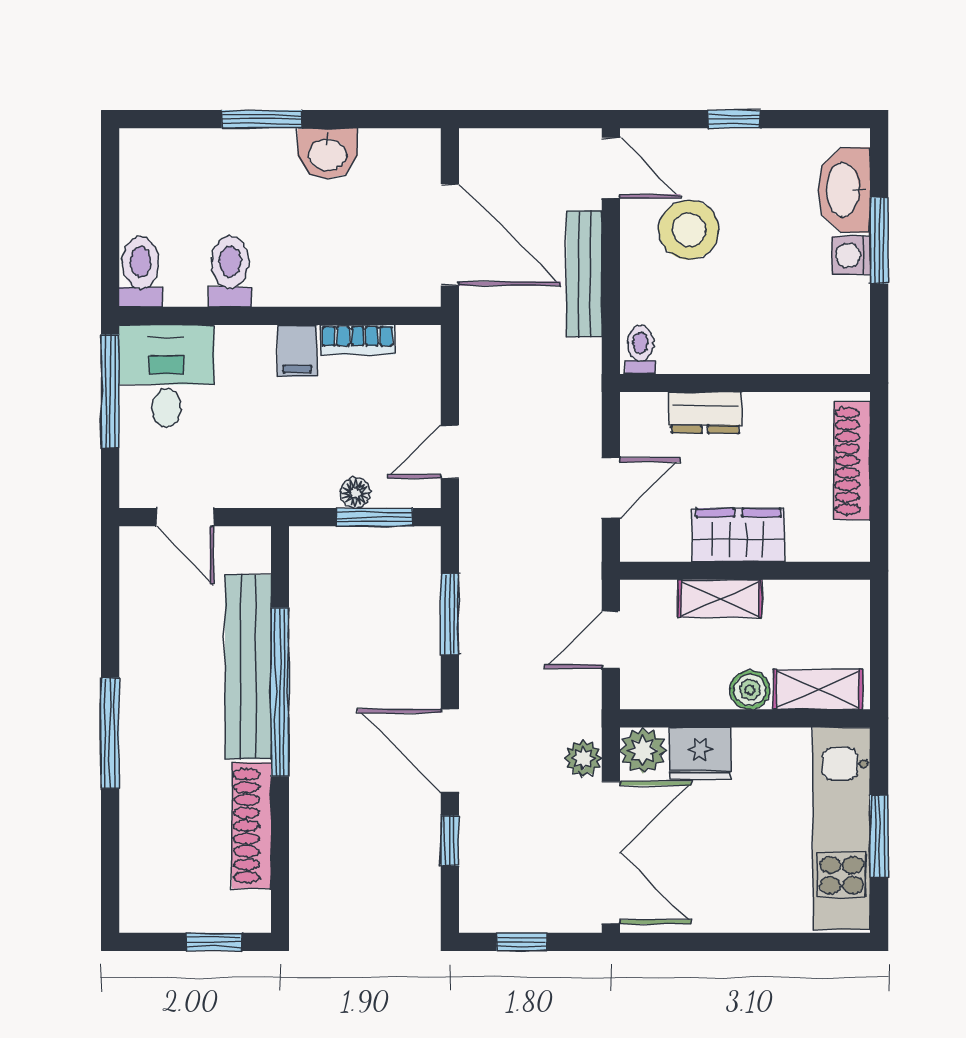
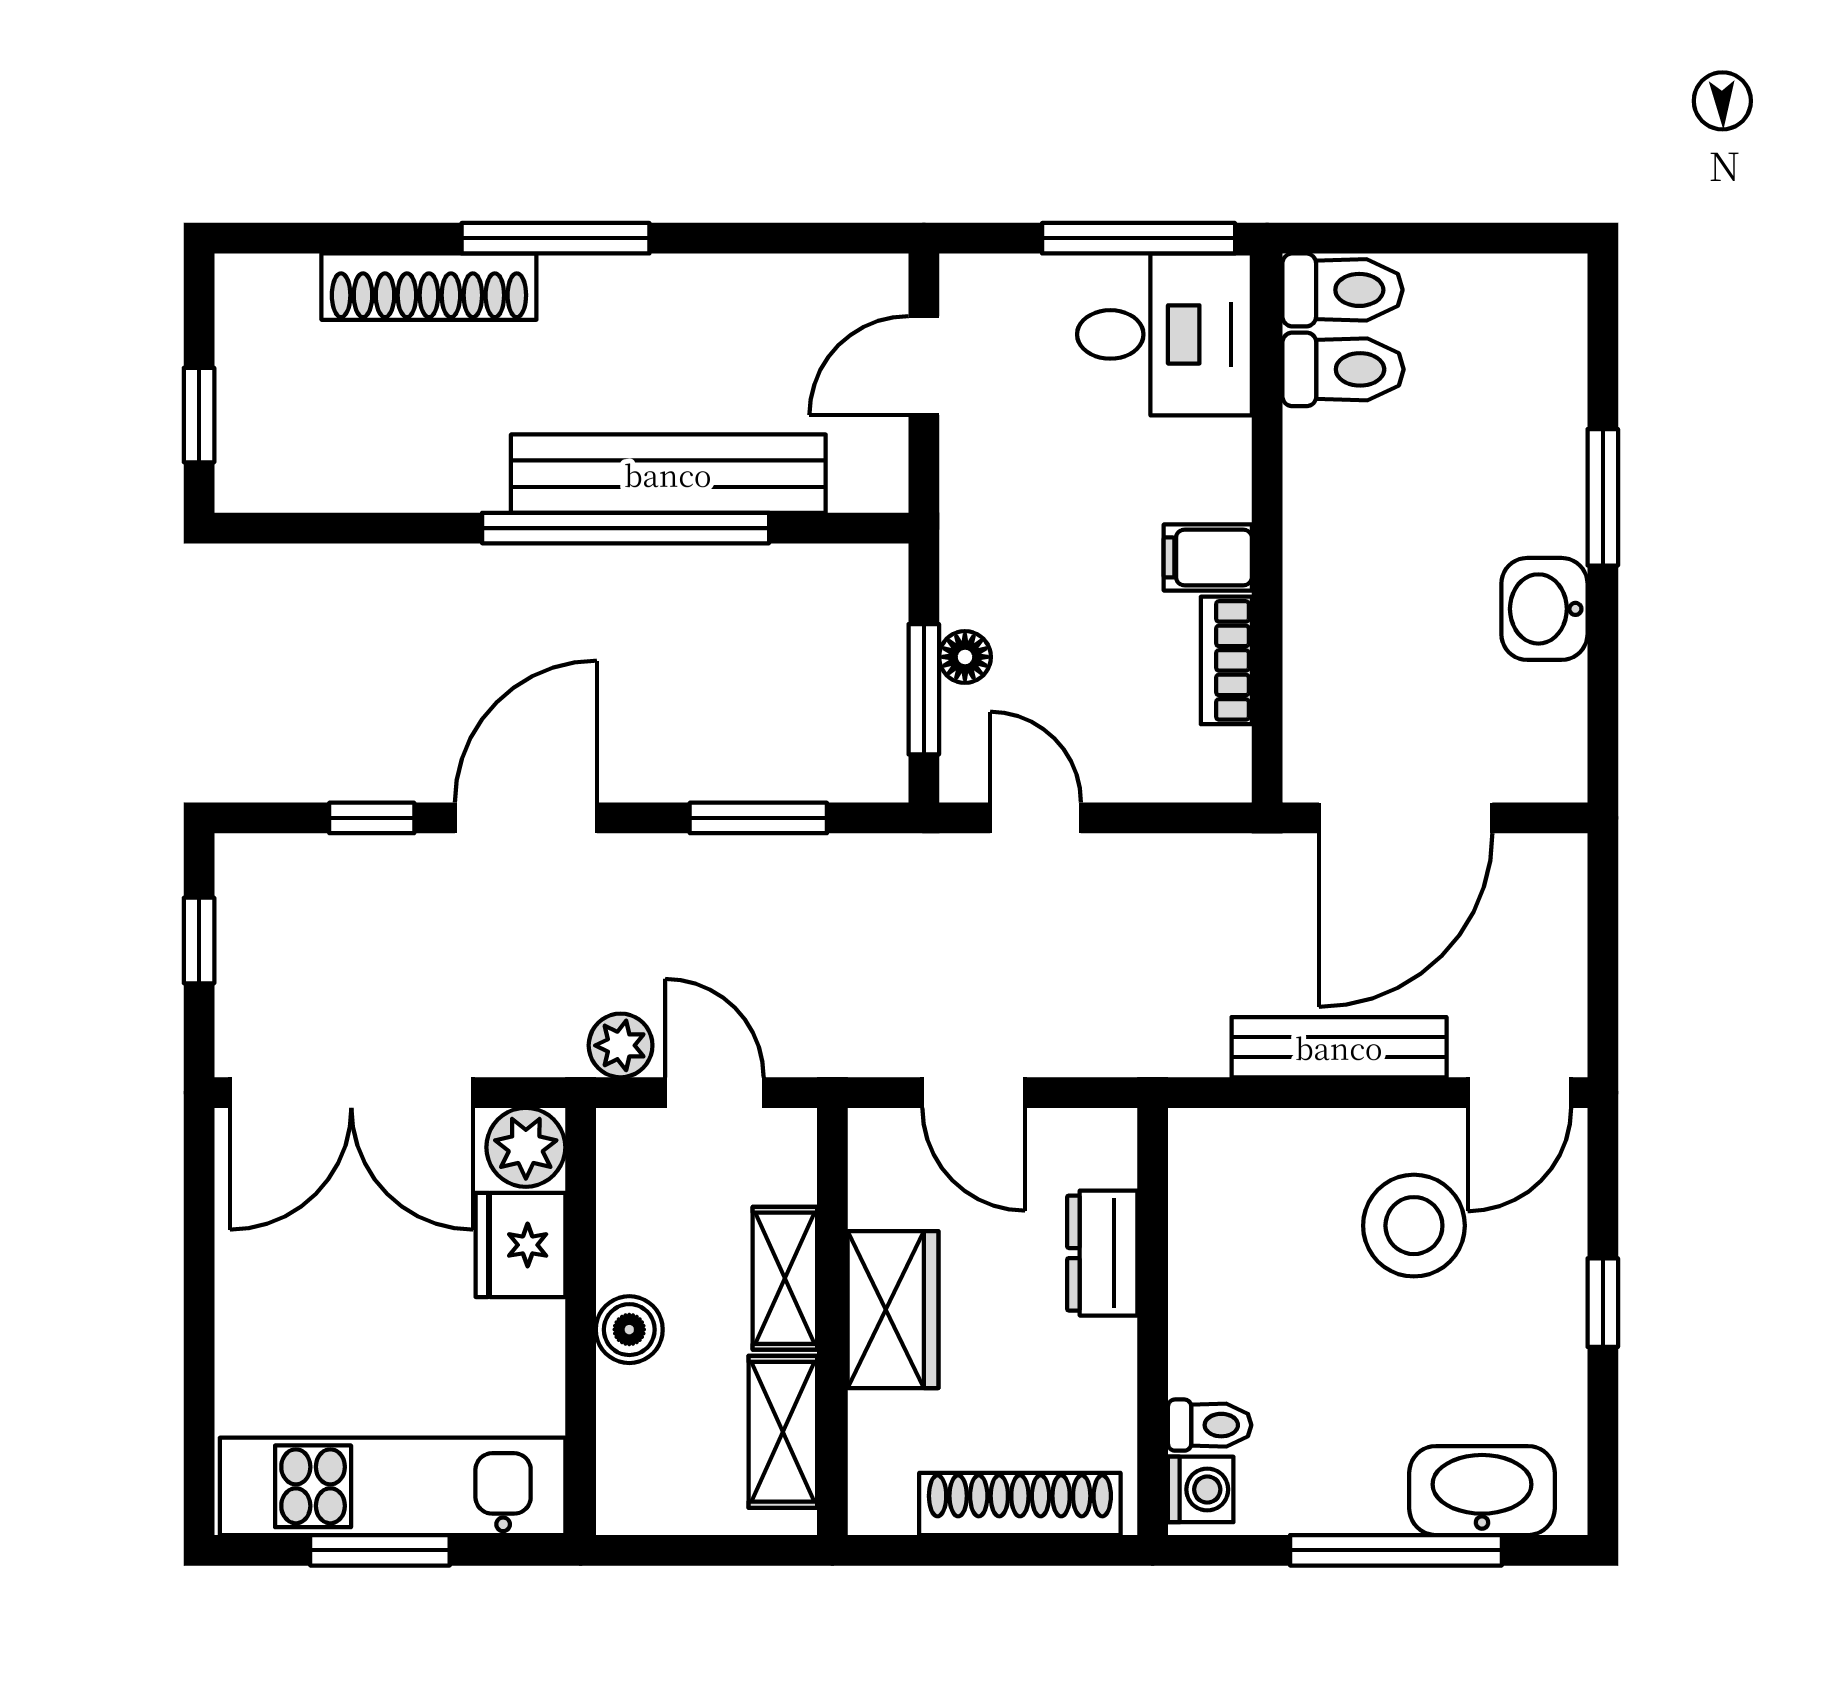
window: (879, 240) -> (1396, 1550), width x1.44
washing machine: (851, 255) -> (1201, 1489), moved, turned 90
toilet: (230, 271) -> (1343, 369), moved
toilet: (640, 350) -> (1210, 1425), moved
shelving: (818, 689) -> (783, 1432), moved
plant: (583, 758) -> (621, 1045), moved
shoe rack: (252, 826) -> (429, 287), moved, turned 180

